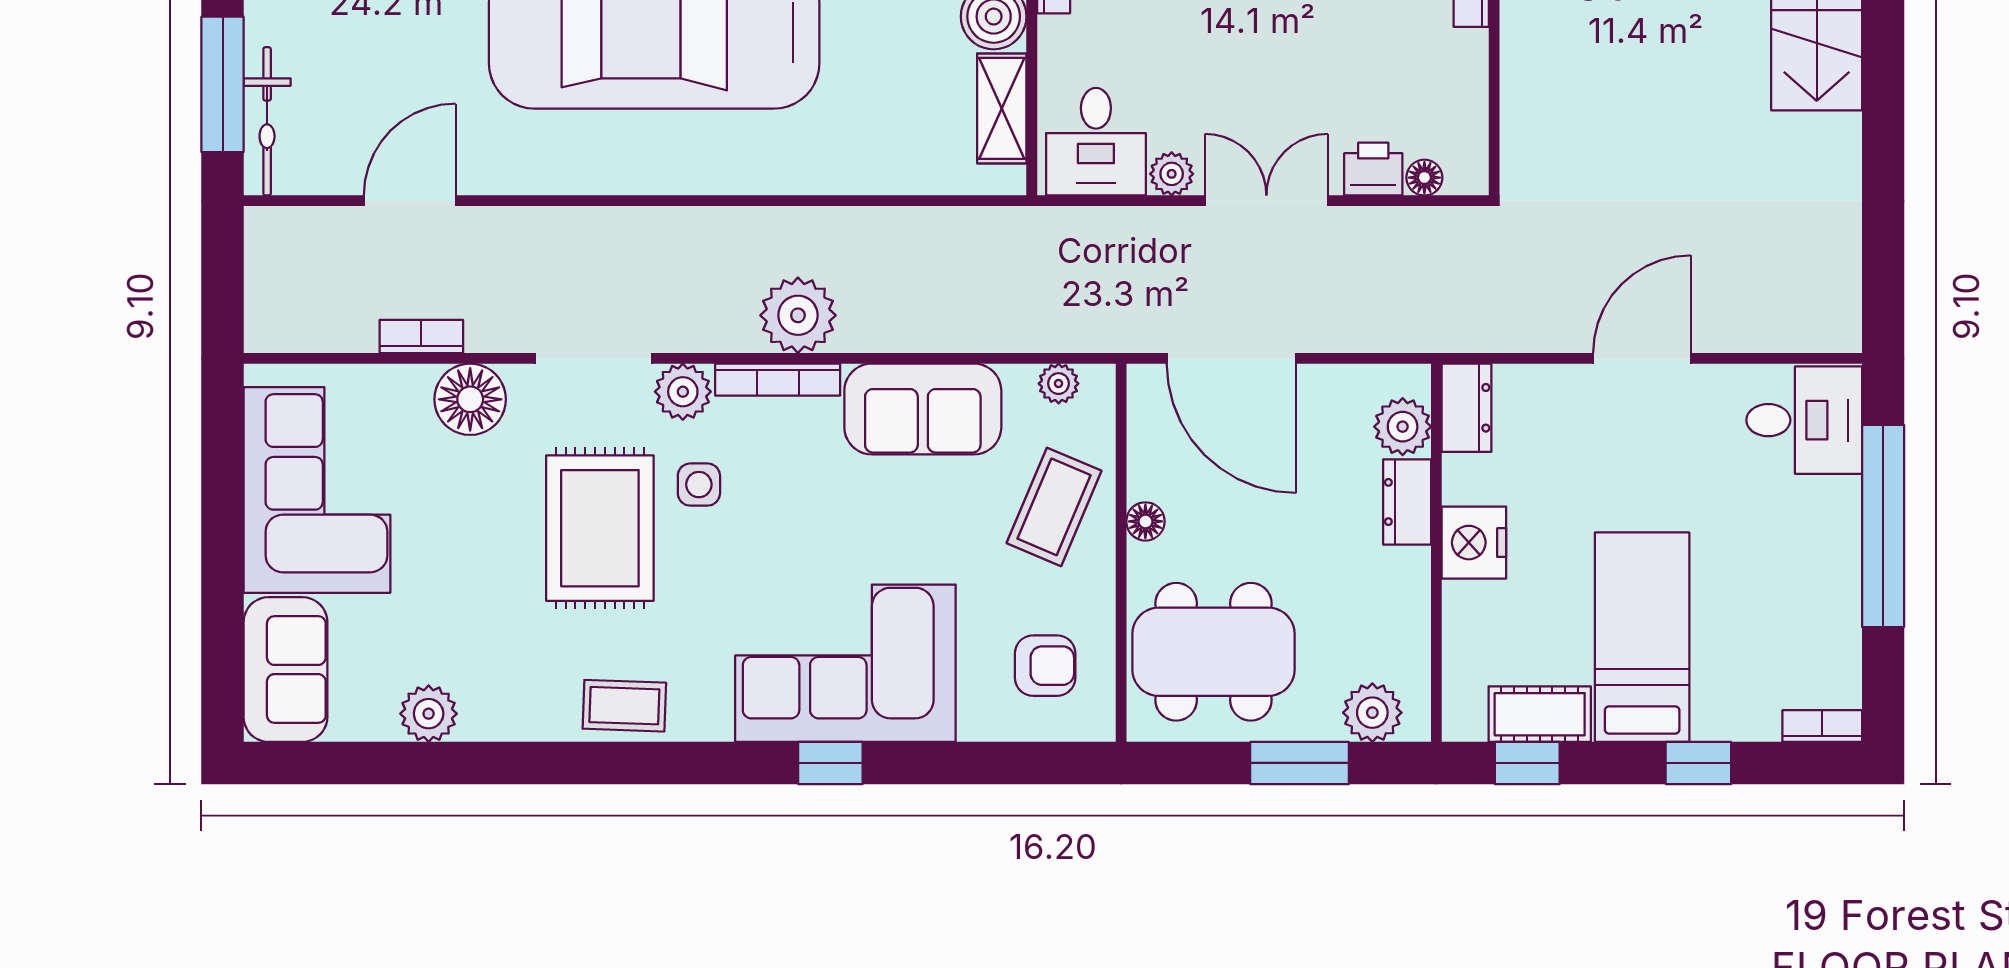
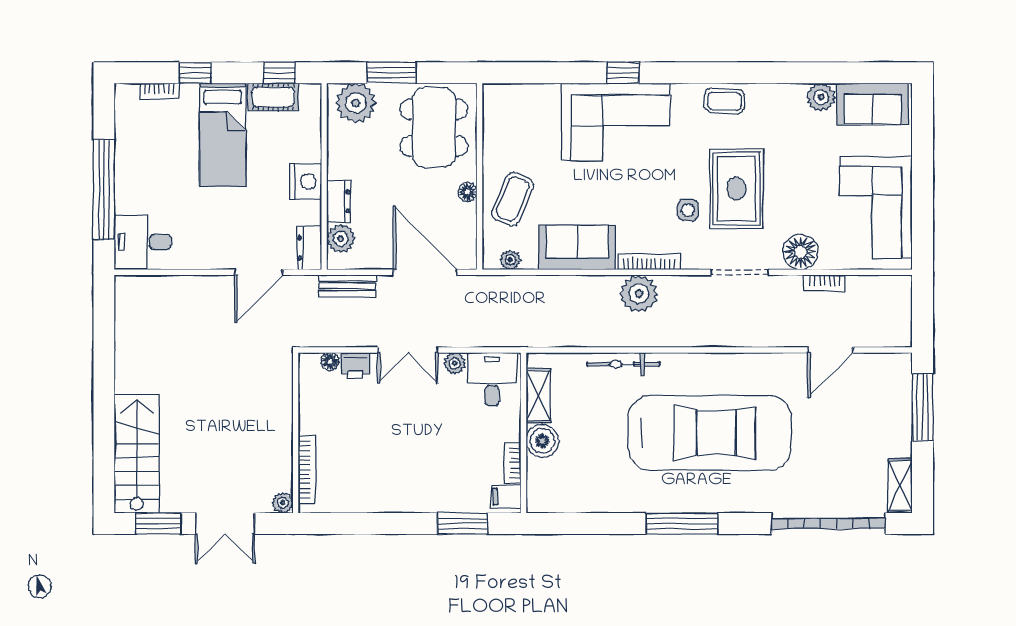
bicycle: (267, 121) -> (623, 364), moved, turned -90
bench: (1389, 331) -> (348, 286), added
door: (1642, 358) -> (259, 272), moved
plant: (683, 392) -> (696, 256), removed
dining table: (1214, 652) -> (434, 128), turned 90
armchair: (1045, 666) -> (517, 121), removed
sofa: (285, 670) -> (873, 104), moved, turned -90
plant: (1372, 713) -> (356, 103), width x1.36, depth x1.36
bookcase: (1822, 726) -> (159, 91), moved

